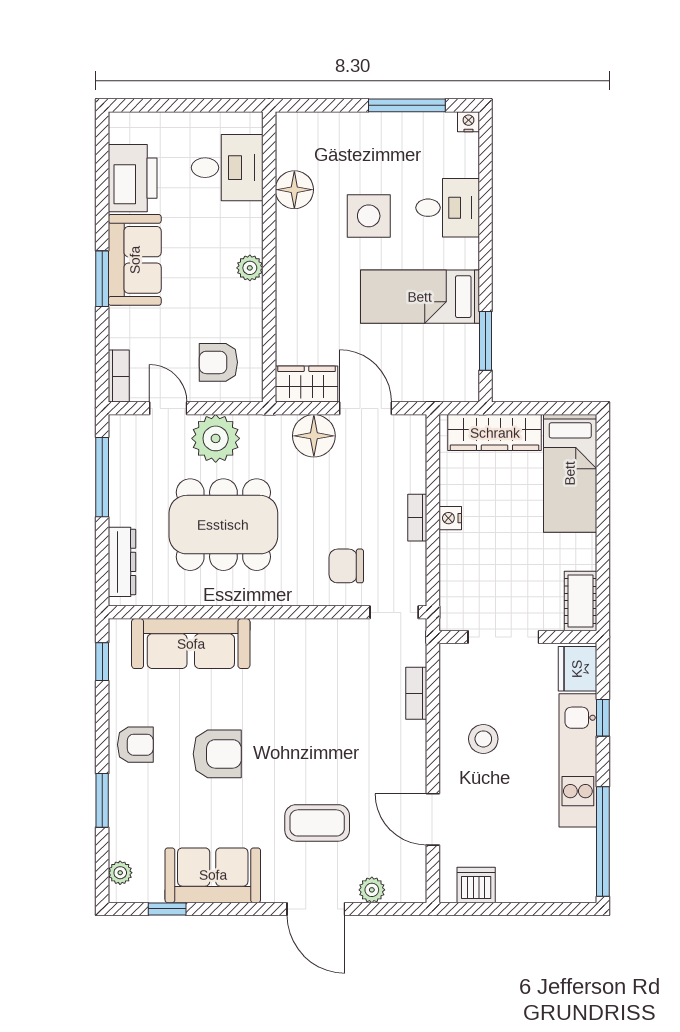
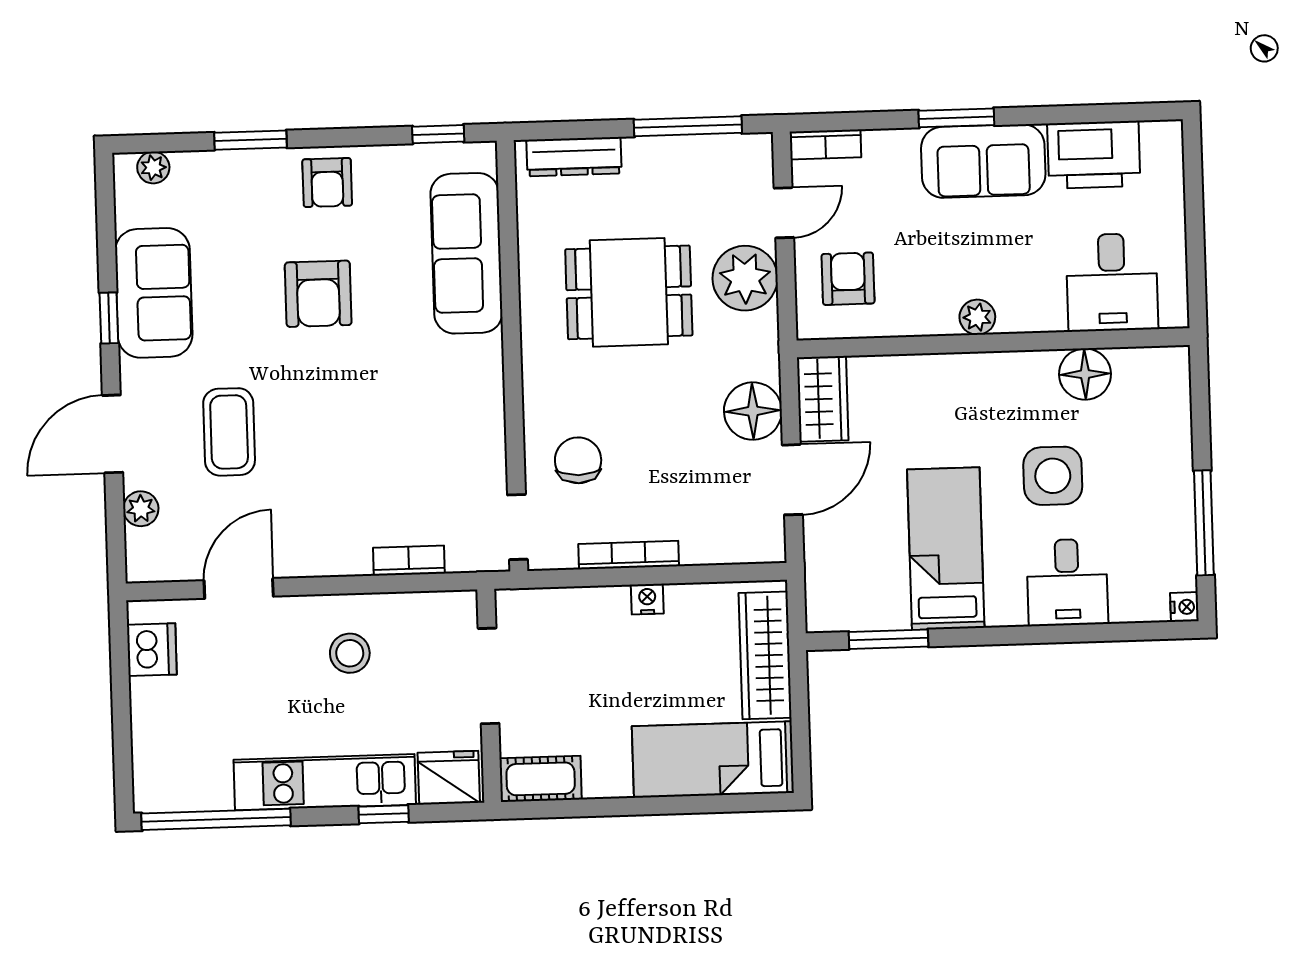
bookcase: (417, 518) -> (629, 555), width x1.56
dining table: (223, 525) -> (629, 292), width x0.73
window: (167, 909) -> (109, 318), moved

